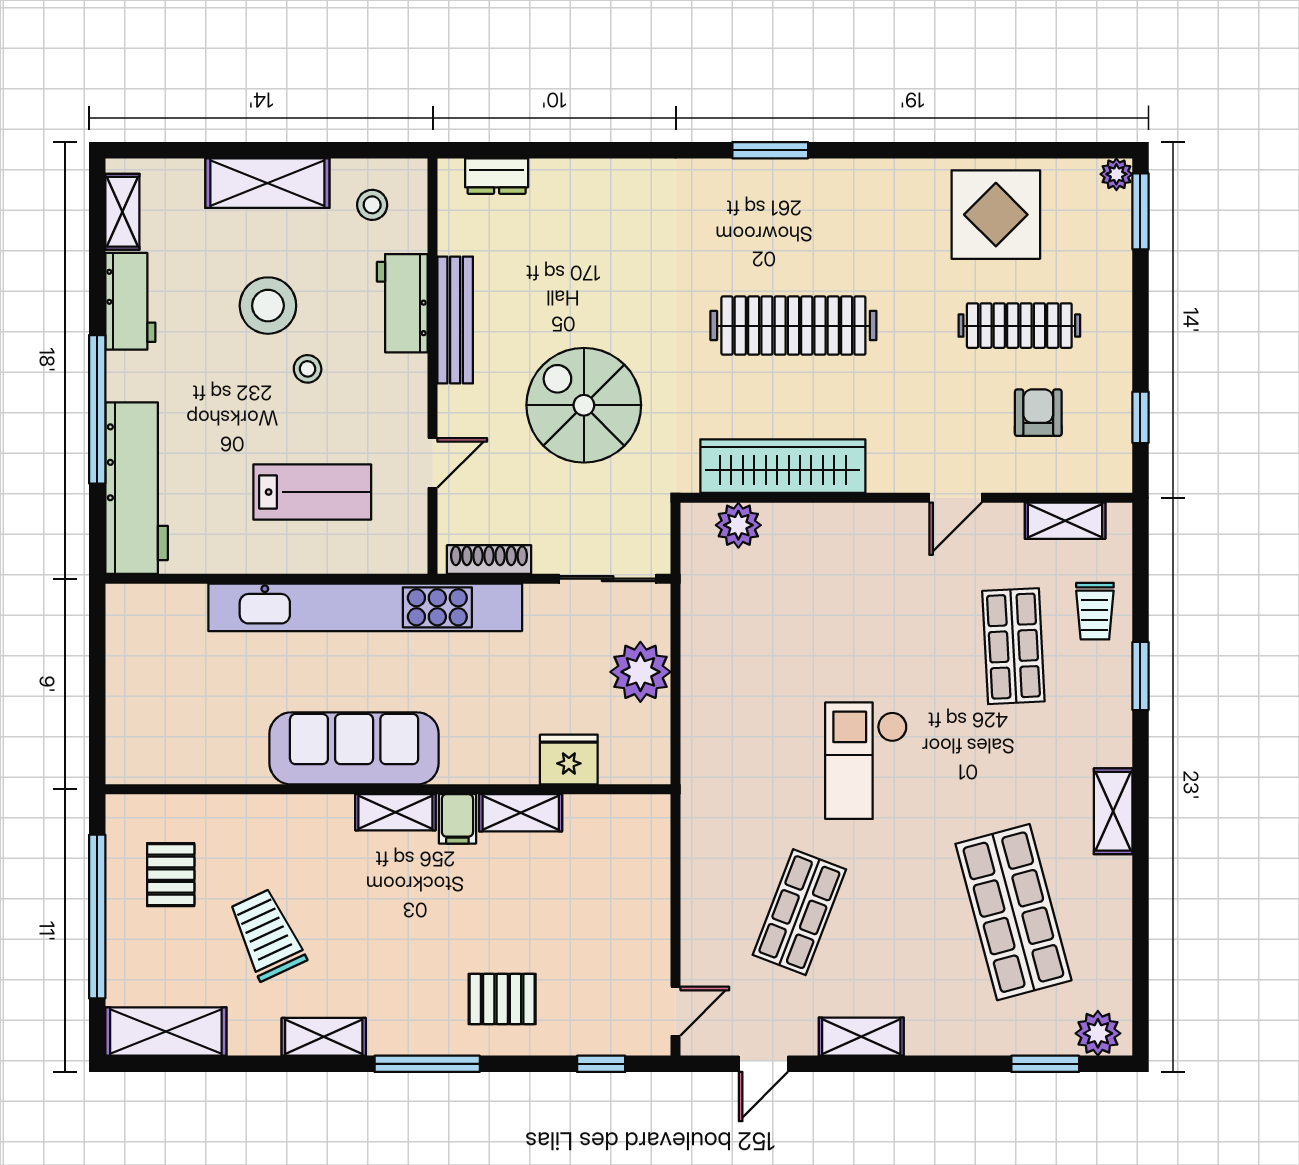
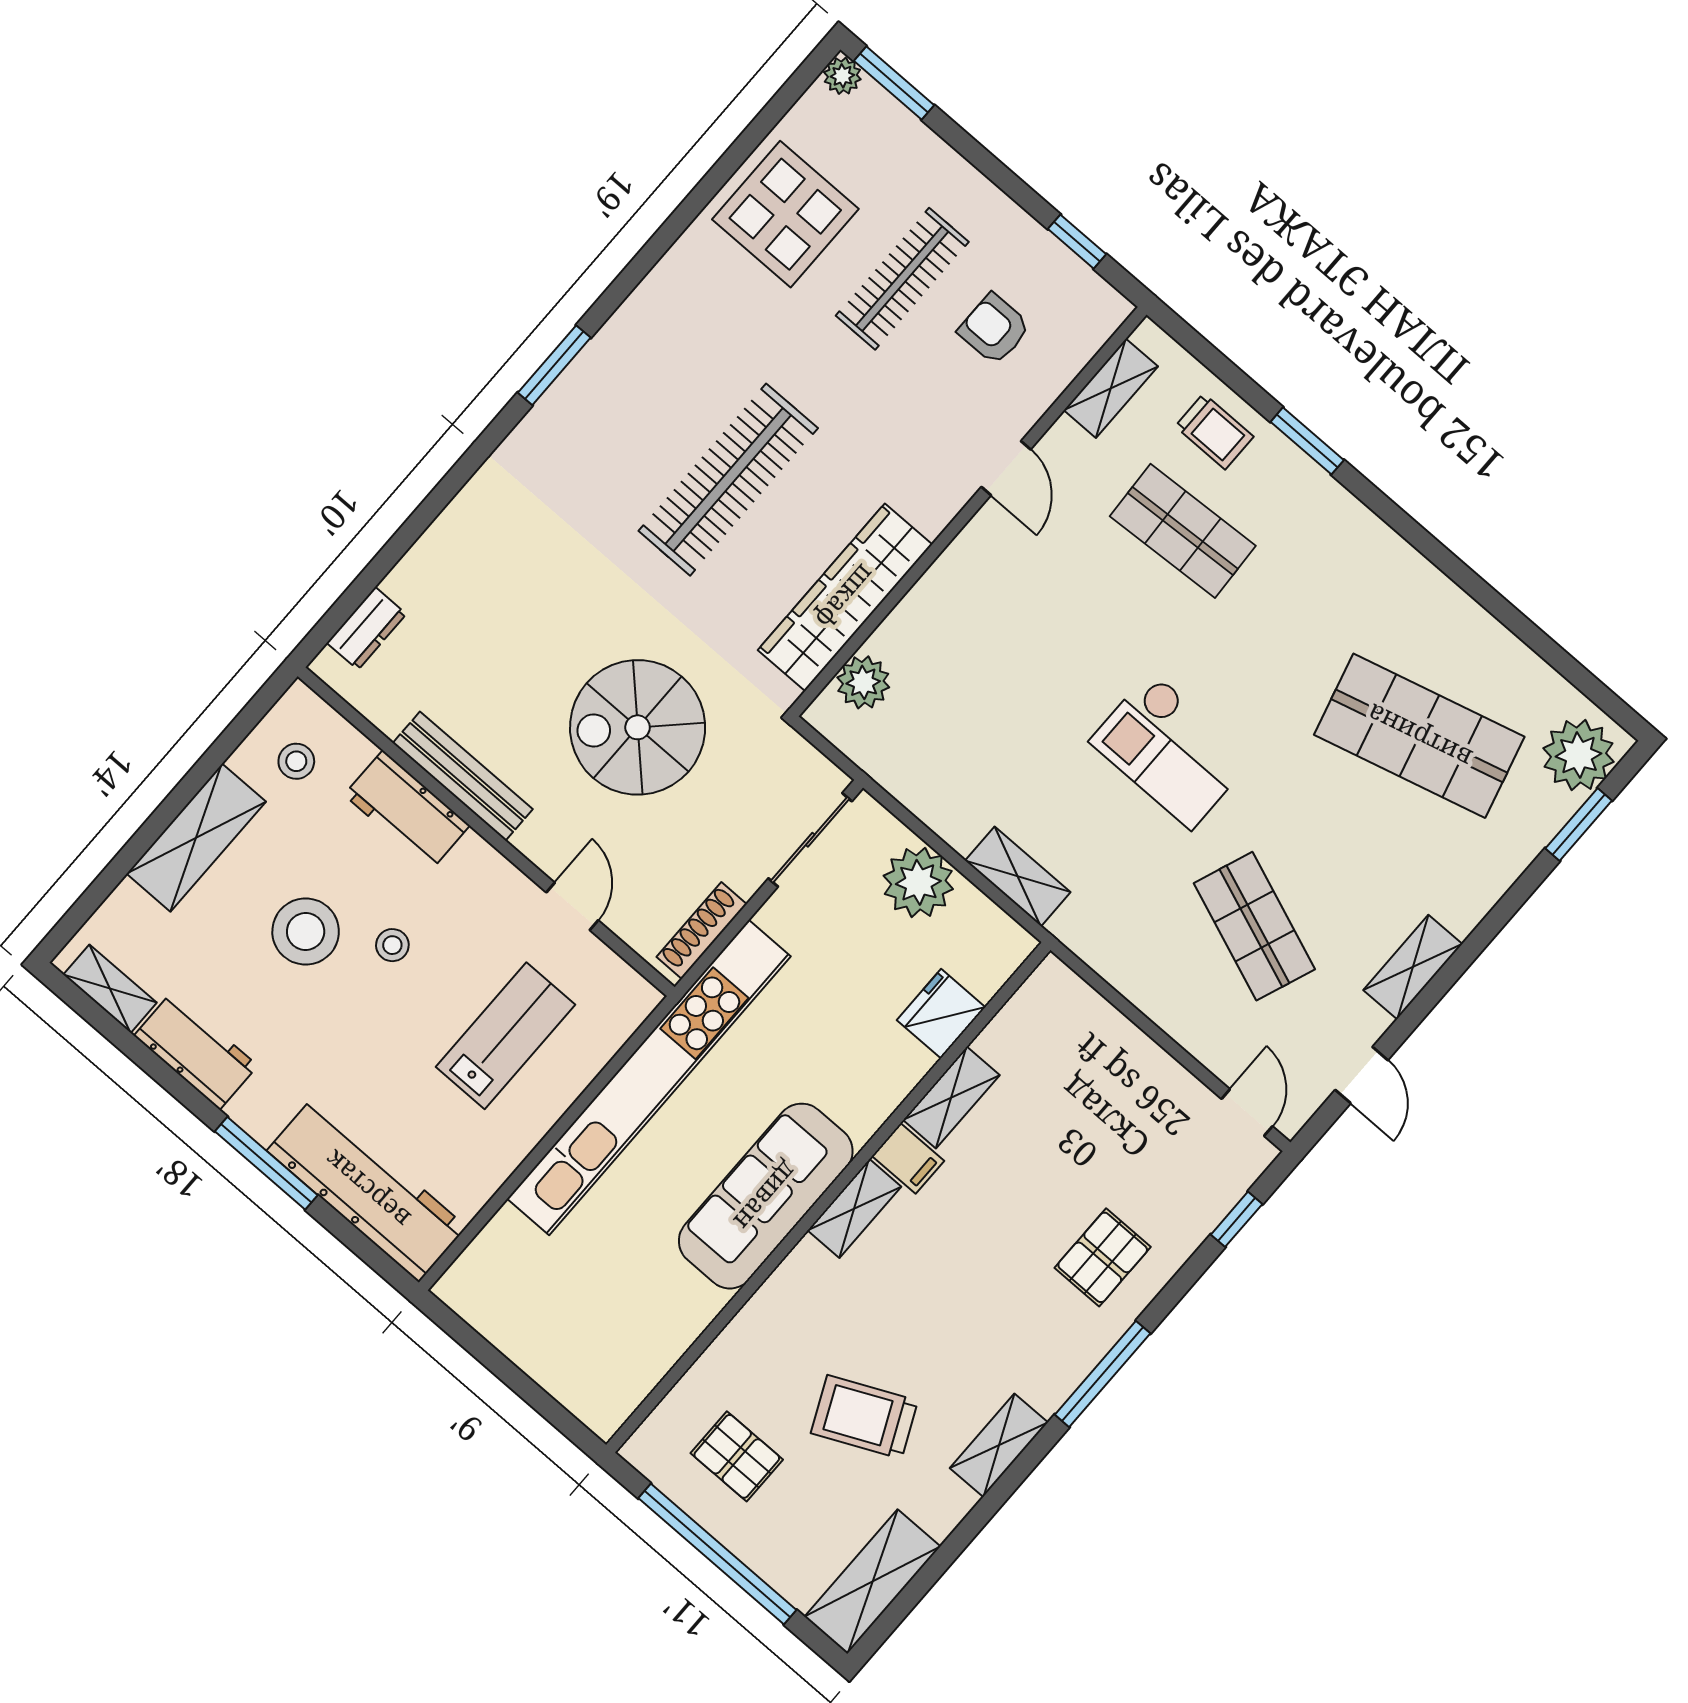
window: (97, 409) -> (266, 1163), width x0.68
shelving: (1113, 811) -> (1018, 876), moved
plant: (1098, 1033) -> (1578, 755), width x1.36, depth x1.36

